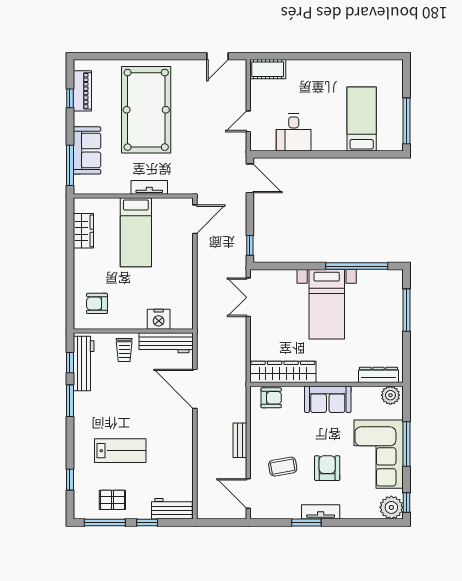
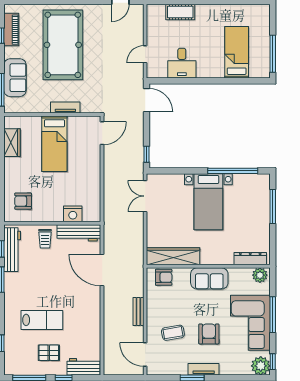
cot: (268, 69) -> (180, 12), moved
pallet: (112, 500) -> (49, 353), moved

